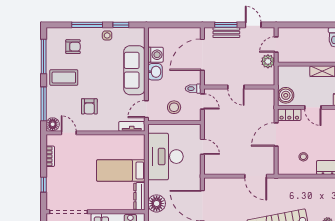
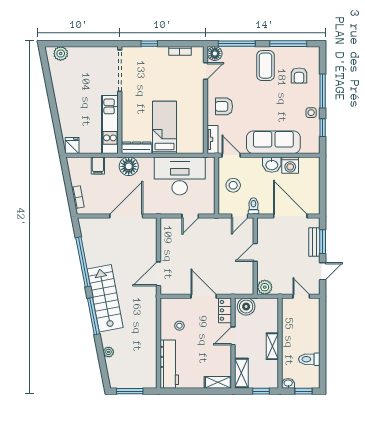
plant: (268, 61) -> (265, 287), moved
armchair: (89, 106) -> (224, 106), moved

